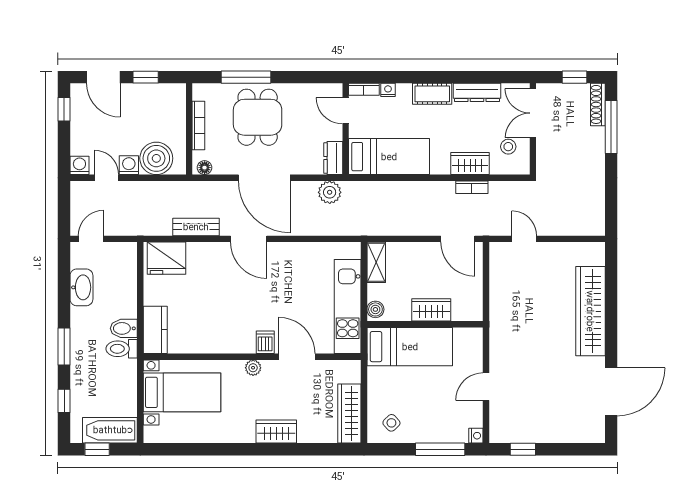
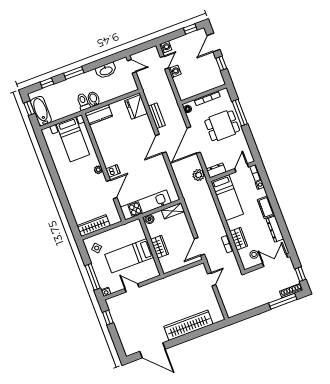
boiler: (156, 158) -> (183, 84), removed
bed: (410, 347) -> (129, 256), moved, turned 90
wardrobe: (276, 432) -> (71, 193), removed

